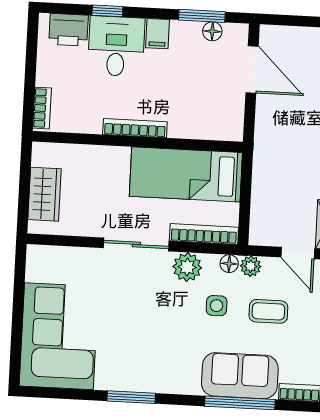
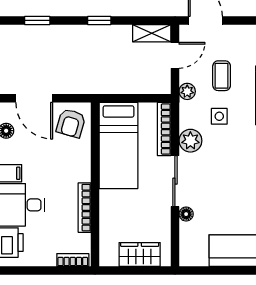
door: (252, 69) -> (34, 98), swing flipped
armchair: (218, 115) -> (71, 123), added
bookcase: (135, 128) -> (85, 208), moved
floor lamp: (229, 264) -> (186, 214), moved

